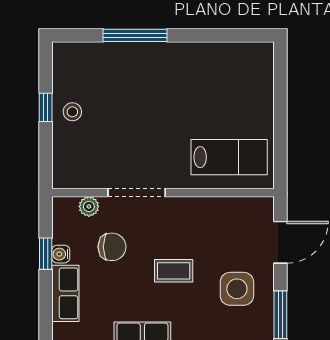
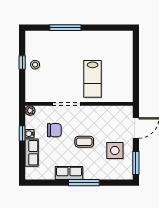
lab bench: (229, 157) -> (93, 79), moved, turned 90
plant: (89, 206) -> (30, 111), moved

